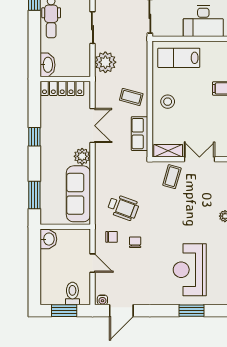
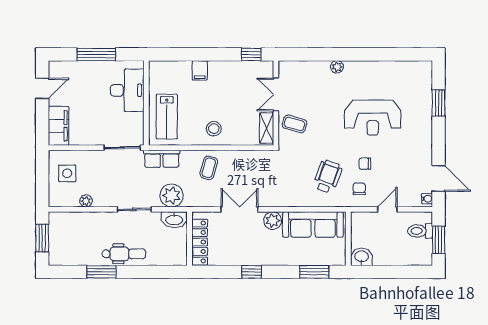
washbasin: (47, 65) -> (174, 220), moved, turned 180
row of seats: (140, 134) -> (162, 159), moved
reception desk: (190, 270) -> (373, 118), moved

